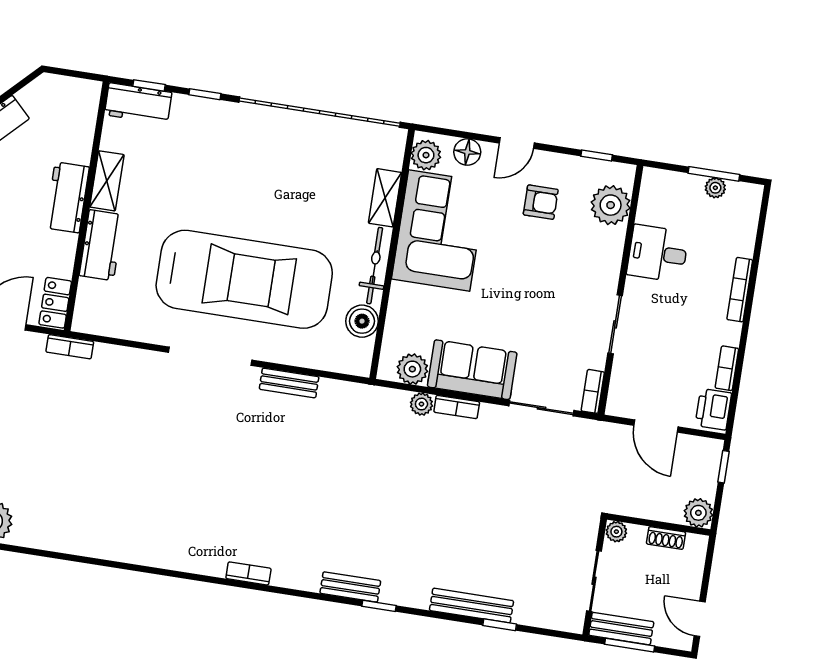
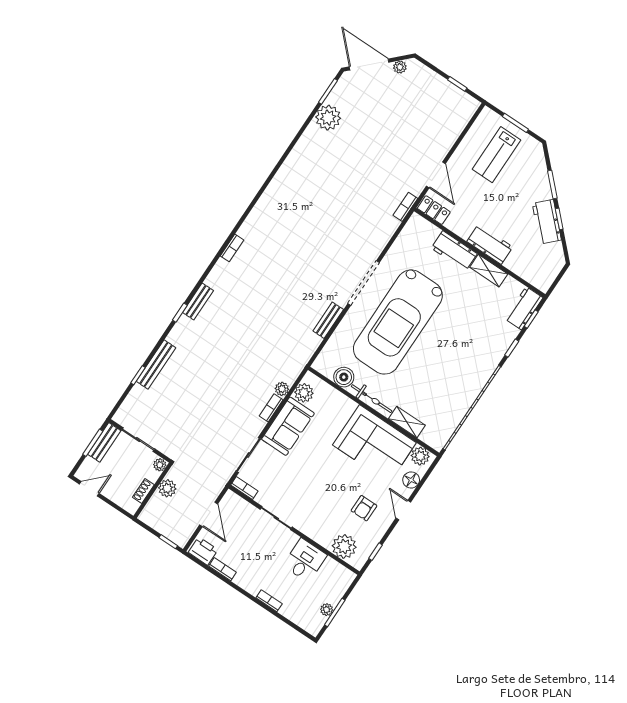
bookcase: (740, 290) -> (269, 601), width x0.64
door: (656, 426) -> (209, 514), swing flipped
plant: (698, 513) -> (167, 488), moved

